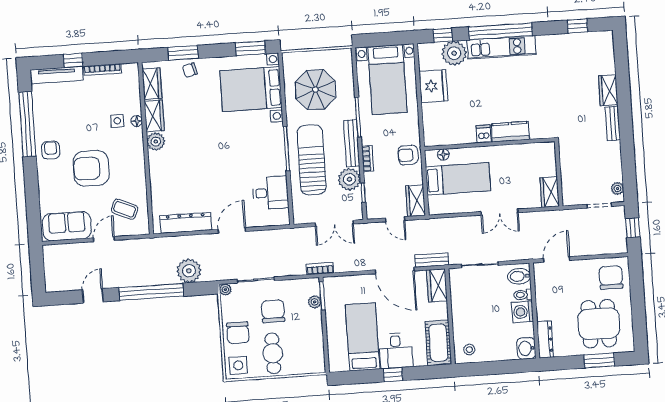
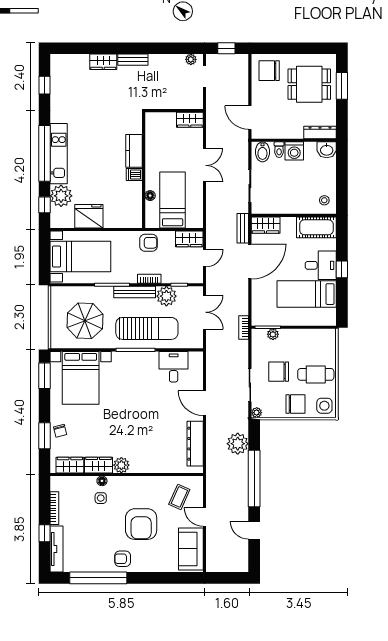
armchair: (408, 155) -> (148, 243), turned -90
floor lamp: (443, 155) -> (150, 196), moved
sun lounger: (312, 160) -> (147, 328), turned 180

